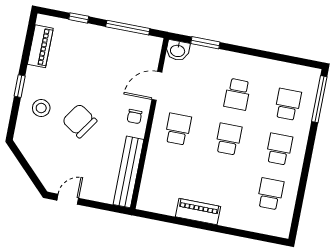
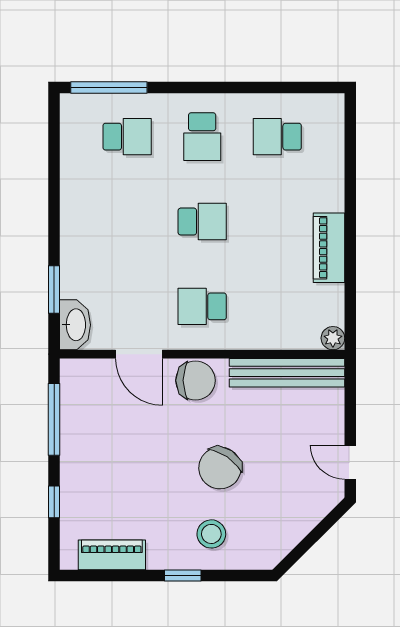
washbasin: (178, 50) -> (75, 325), width x1.38
school desk: (237, 94) -> (127, 222), removed
school desk: (288, 104) -> (127, 137), turned 180
chair: (135, 116) -> (196, 380), width x1.87, depth x1.87
school desk: (228, 139) -> (202, 222), turned 180
school desk: (279, 149) -> (202, 137), turned -90
plant: (144, 203) -> (333, 338), added

